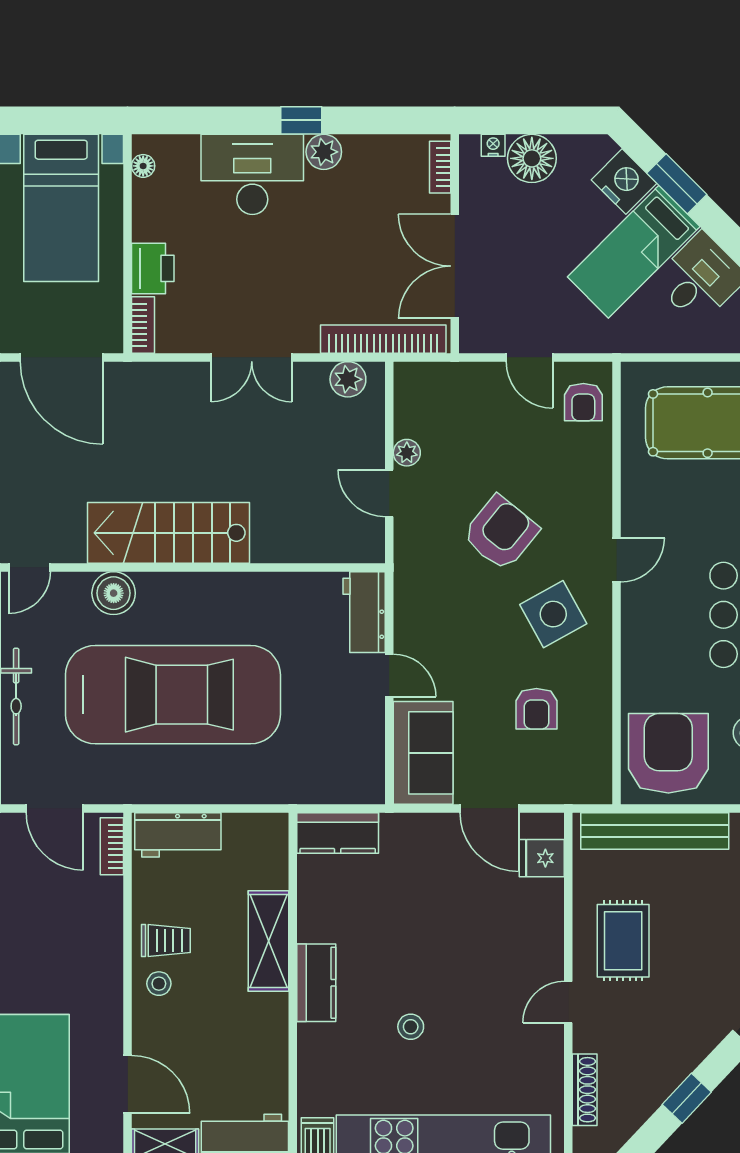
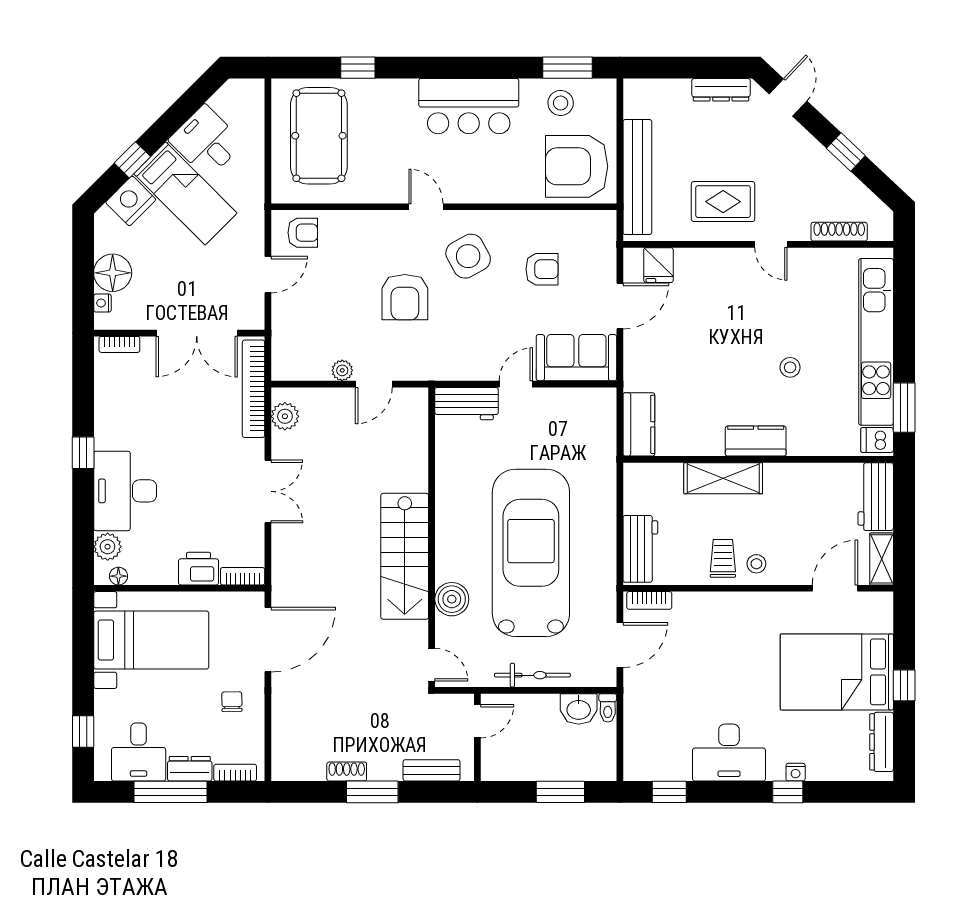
plant: (324, 152) -> (108, 547), moved
window: (677, 184) -> (132, 160), width x0.67
armchair: (501, 533) -> (405, 297), turned -129

